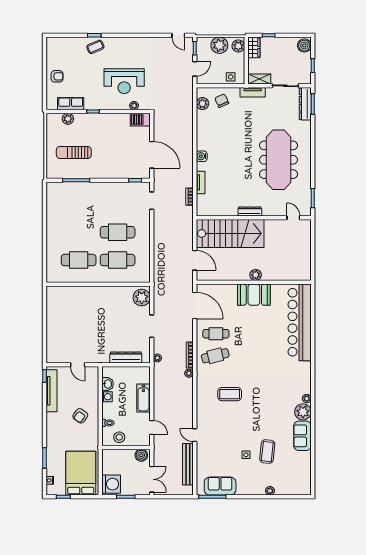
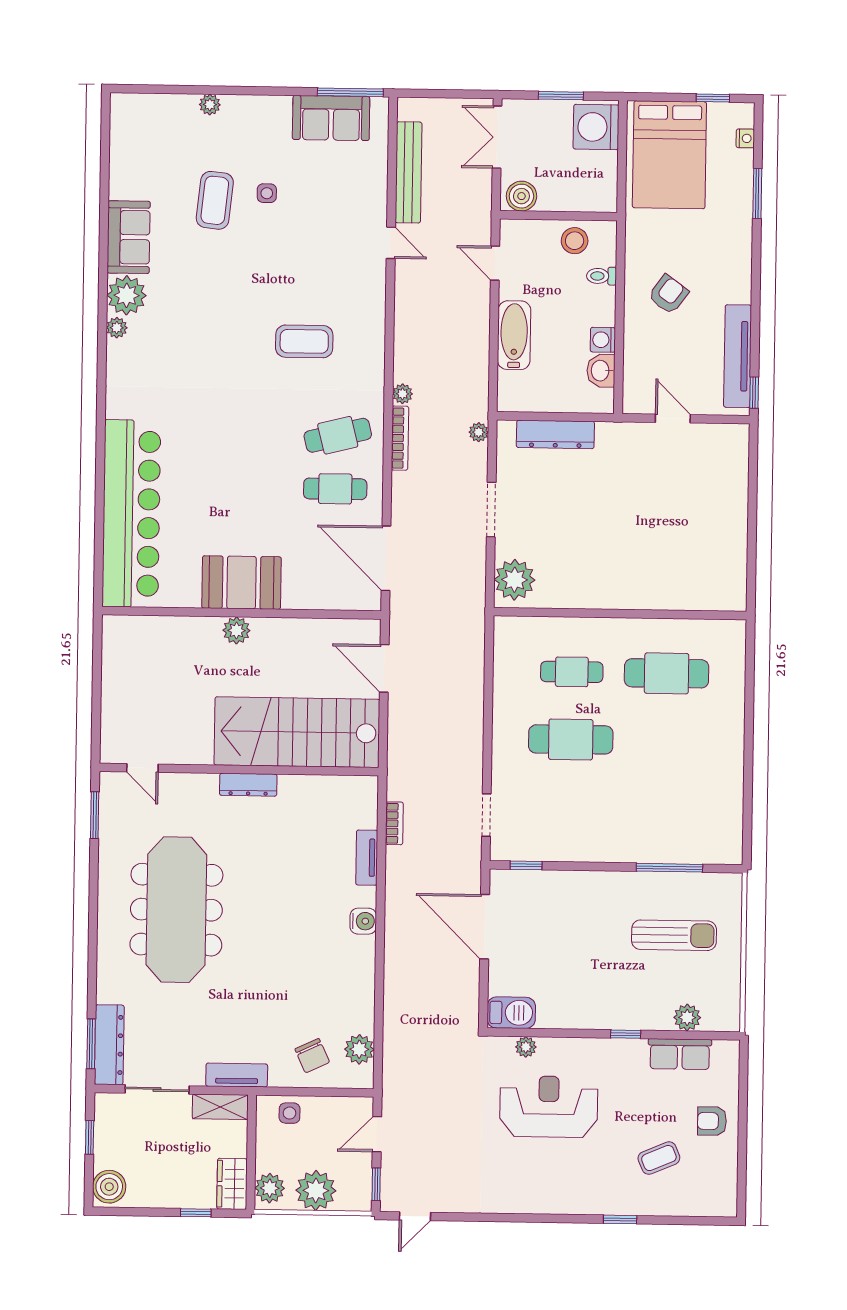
door: (178, 35) -> (415, 1216), swing flipped
coffee table: (95, 47) -> (659, 1158), moved
cafe table: (118, 260) -> (572, 672), width x0.73, depth x0.74

